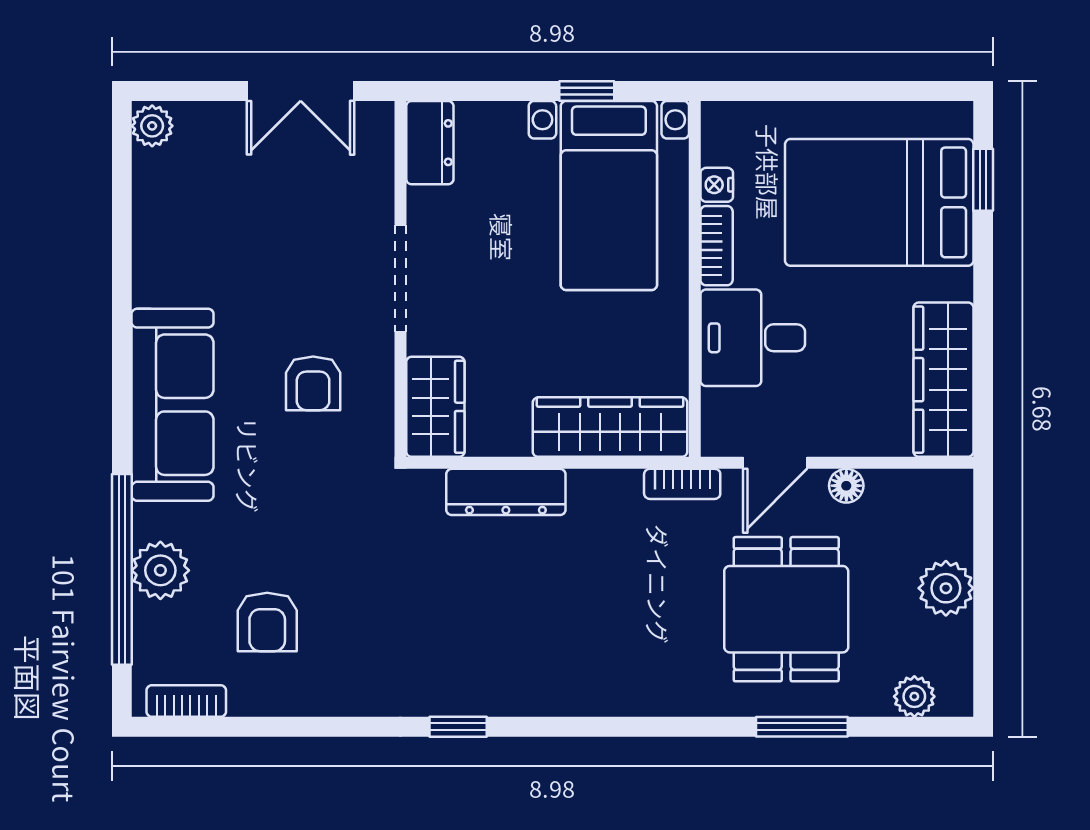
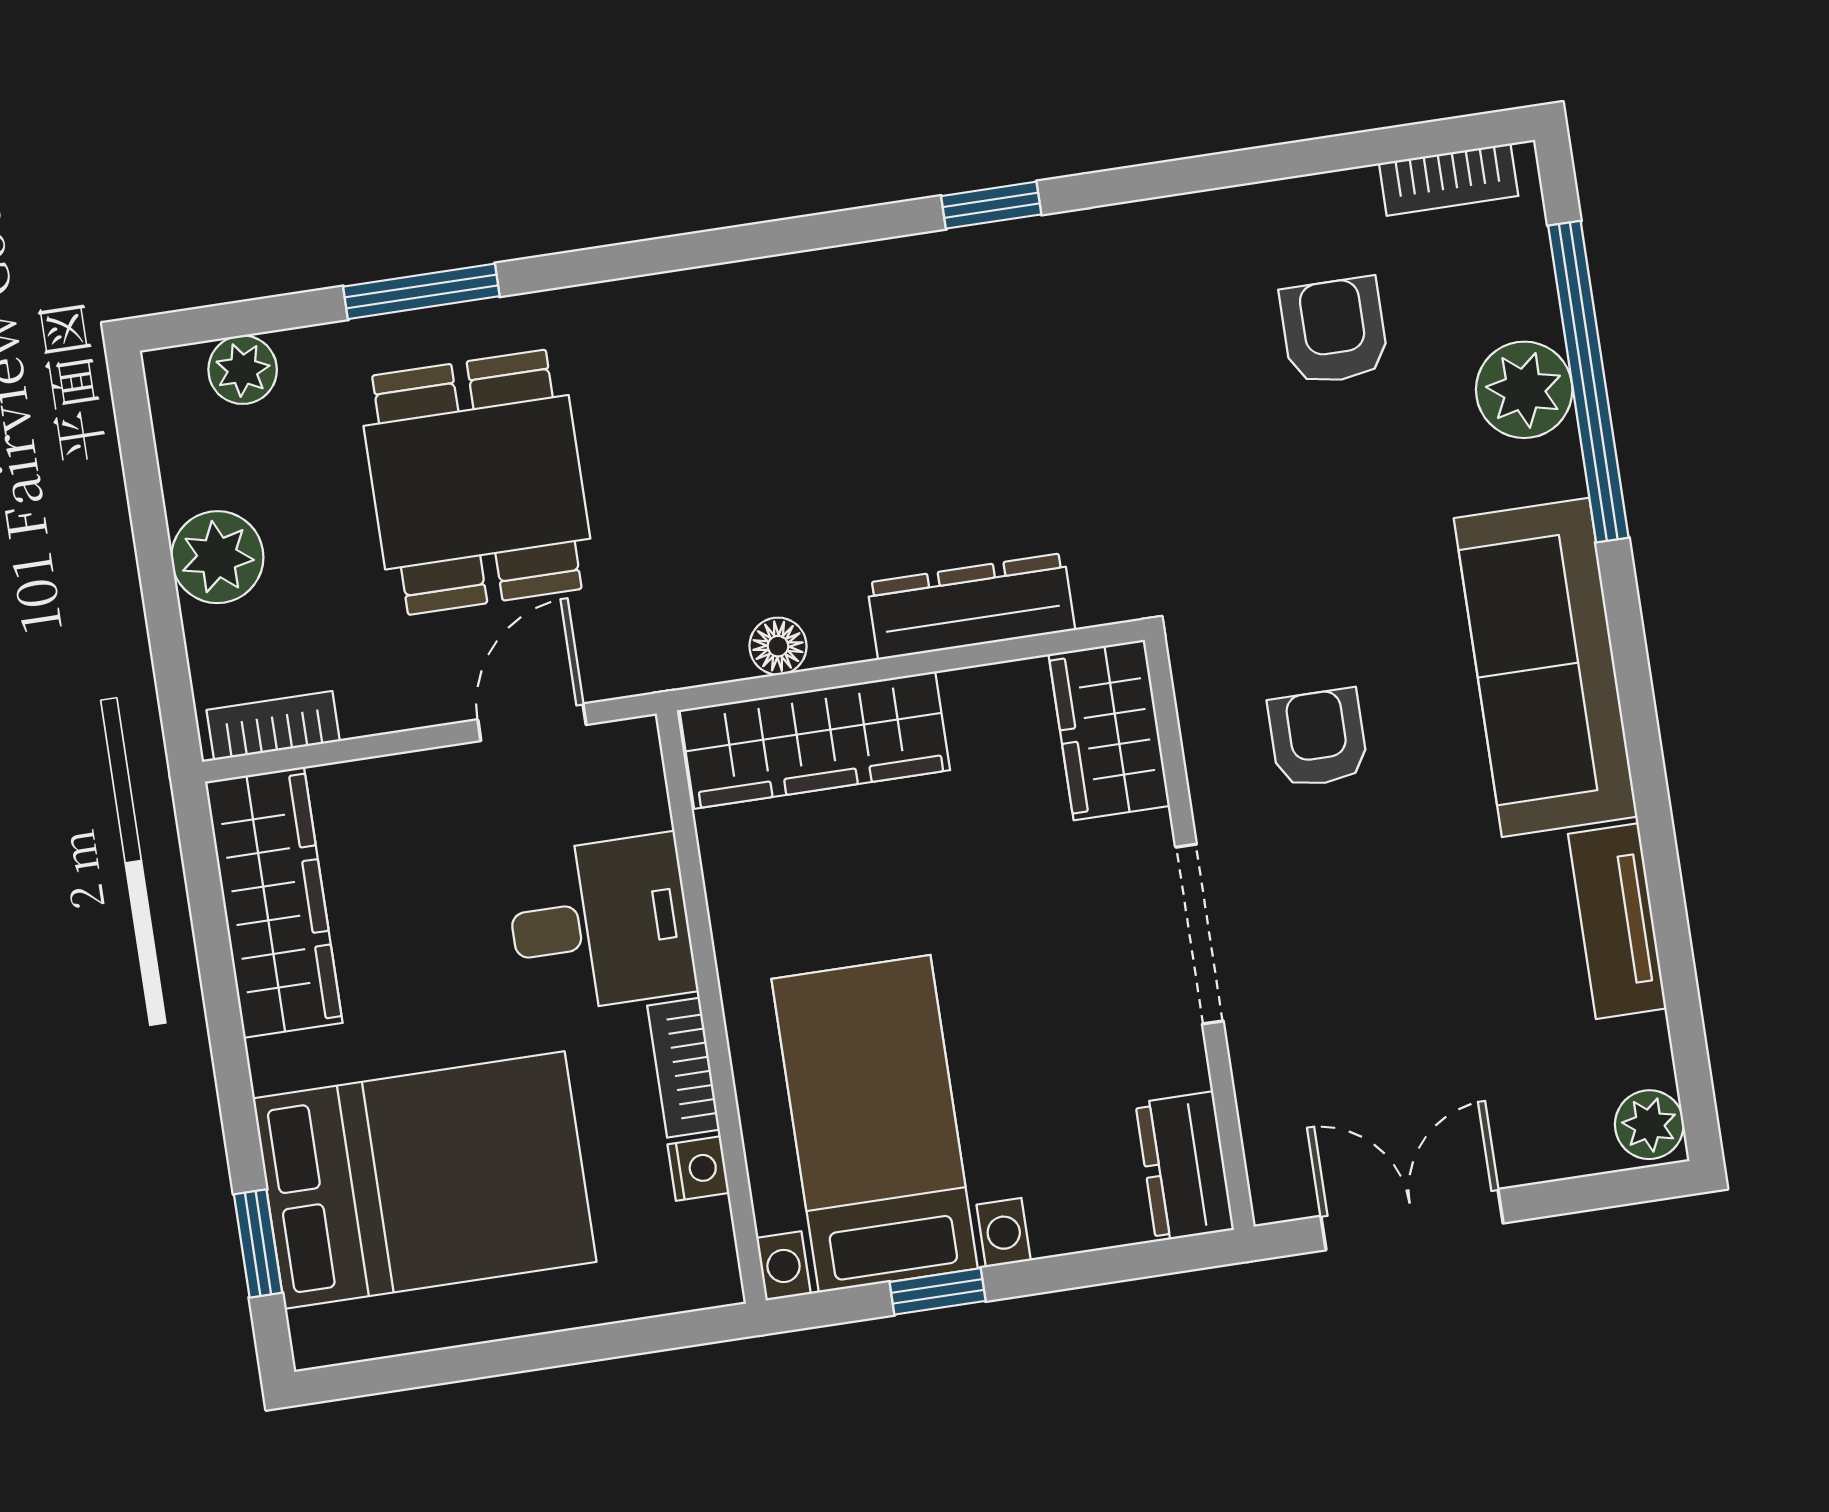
tv unit: (153, 249) -> (1617, 921), added
bookcase: (682, 484) -> (273, 726), moved
floor lamp: (846, 486) -> (778, 646), moved

